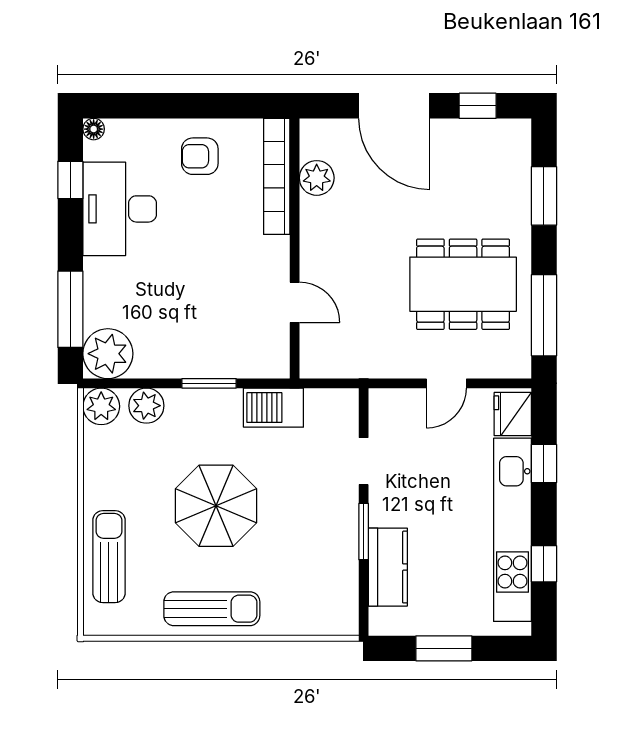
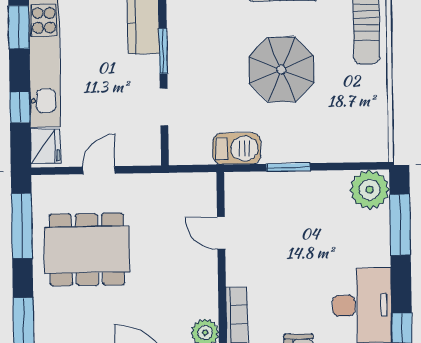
plant: (101, 406) -> (374, 147), removed
plant: (146, 406) -> (338, 149), removed
window: (544, 564) -> (19, 27), width x1.50

